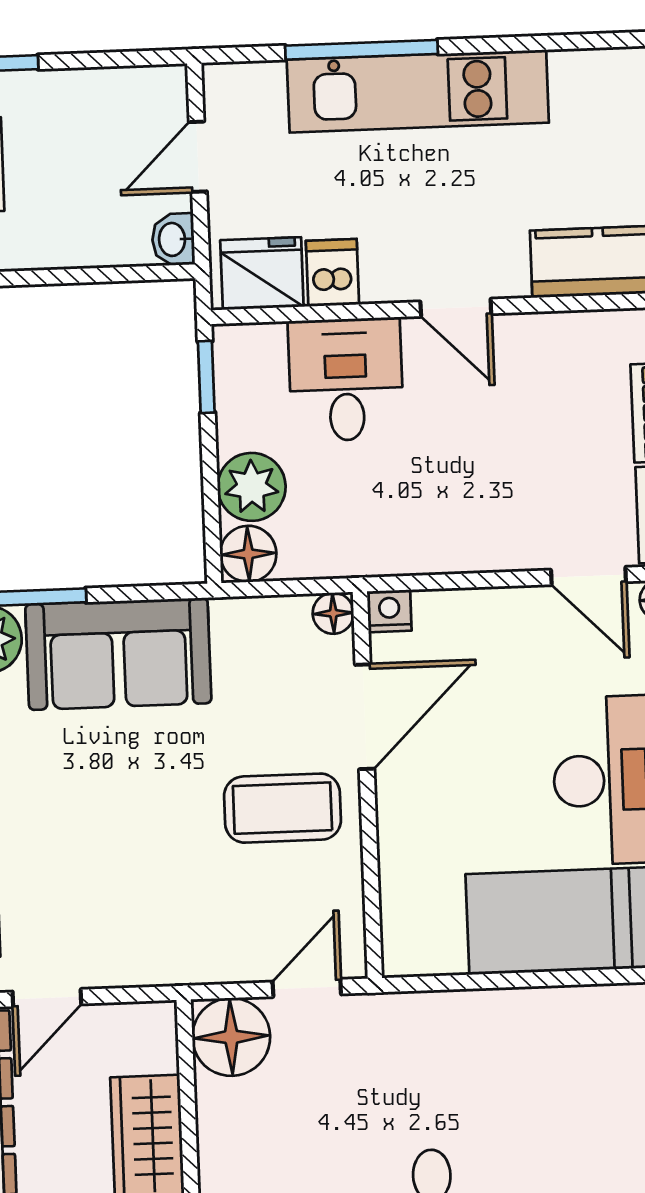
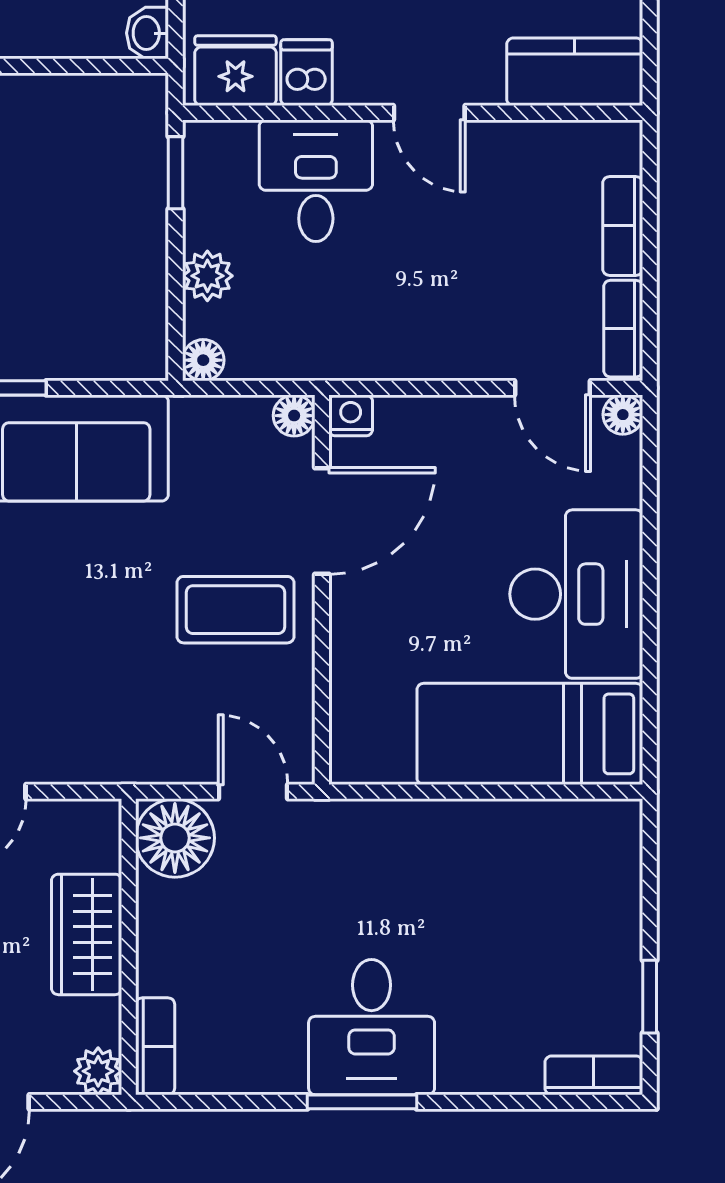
plant: (252, 487) -> (207, 276), width x0.73, depth x0.73
floor lamp: (248, 554) -> (203, 360), width x0.73, depth x0.73
door: (307, 988) -> (253, 792), hinge flipped

